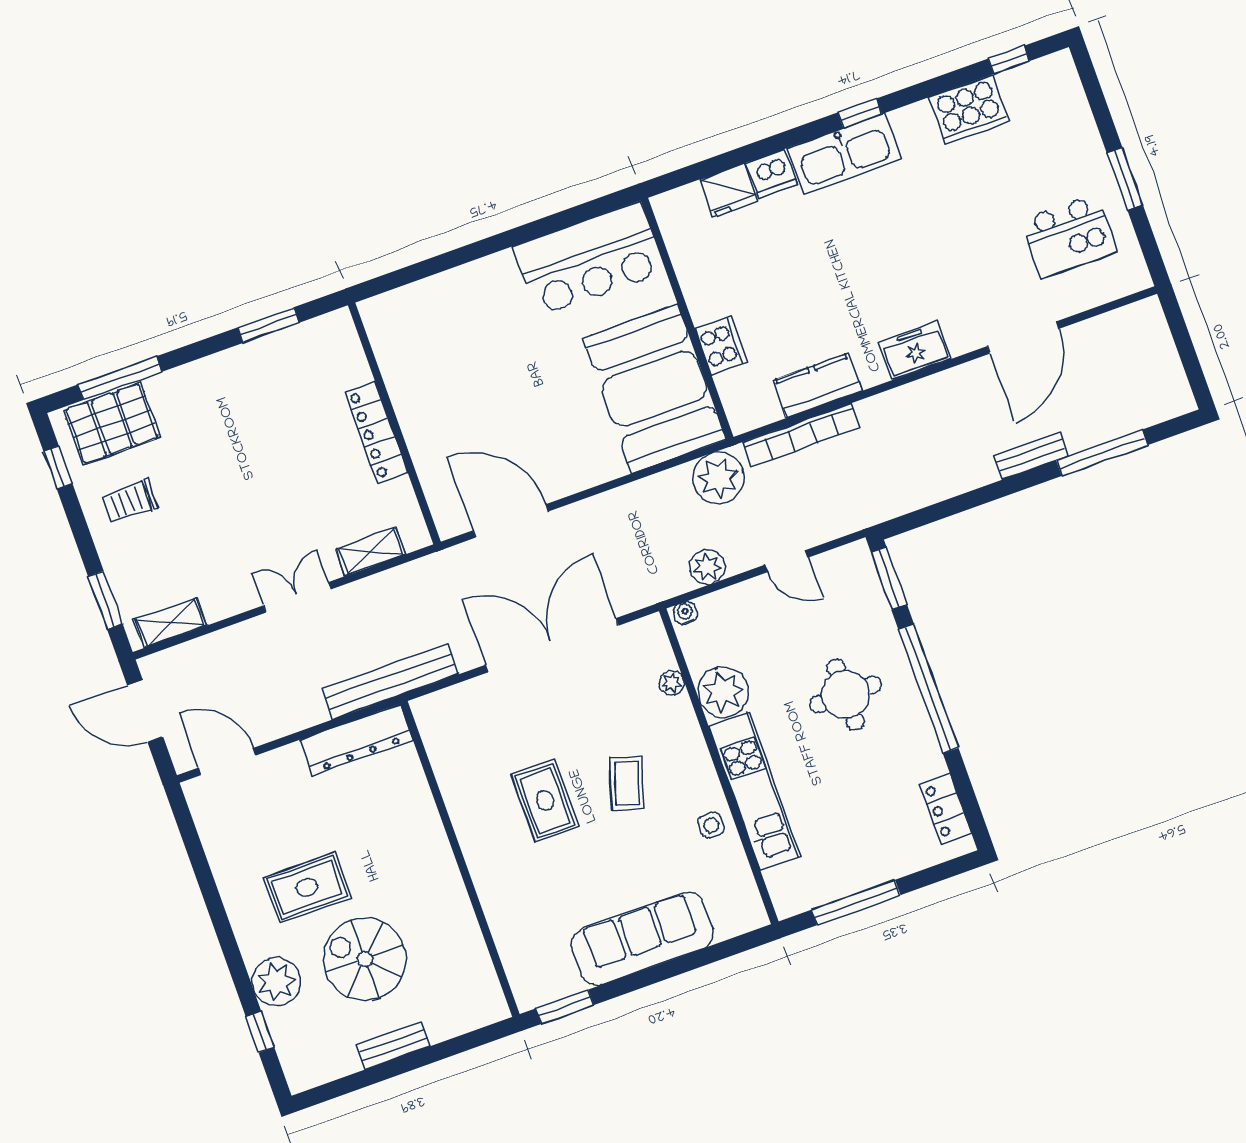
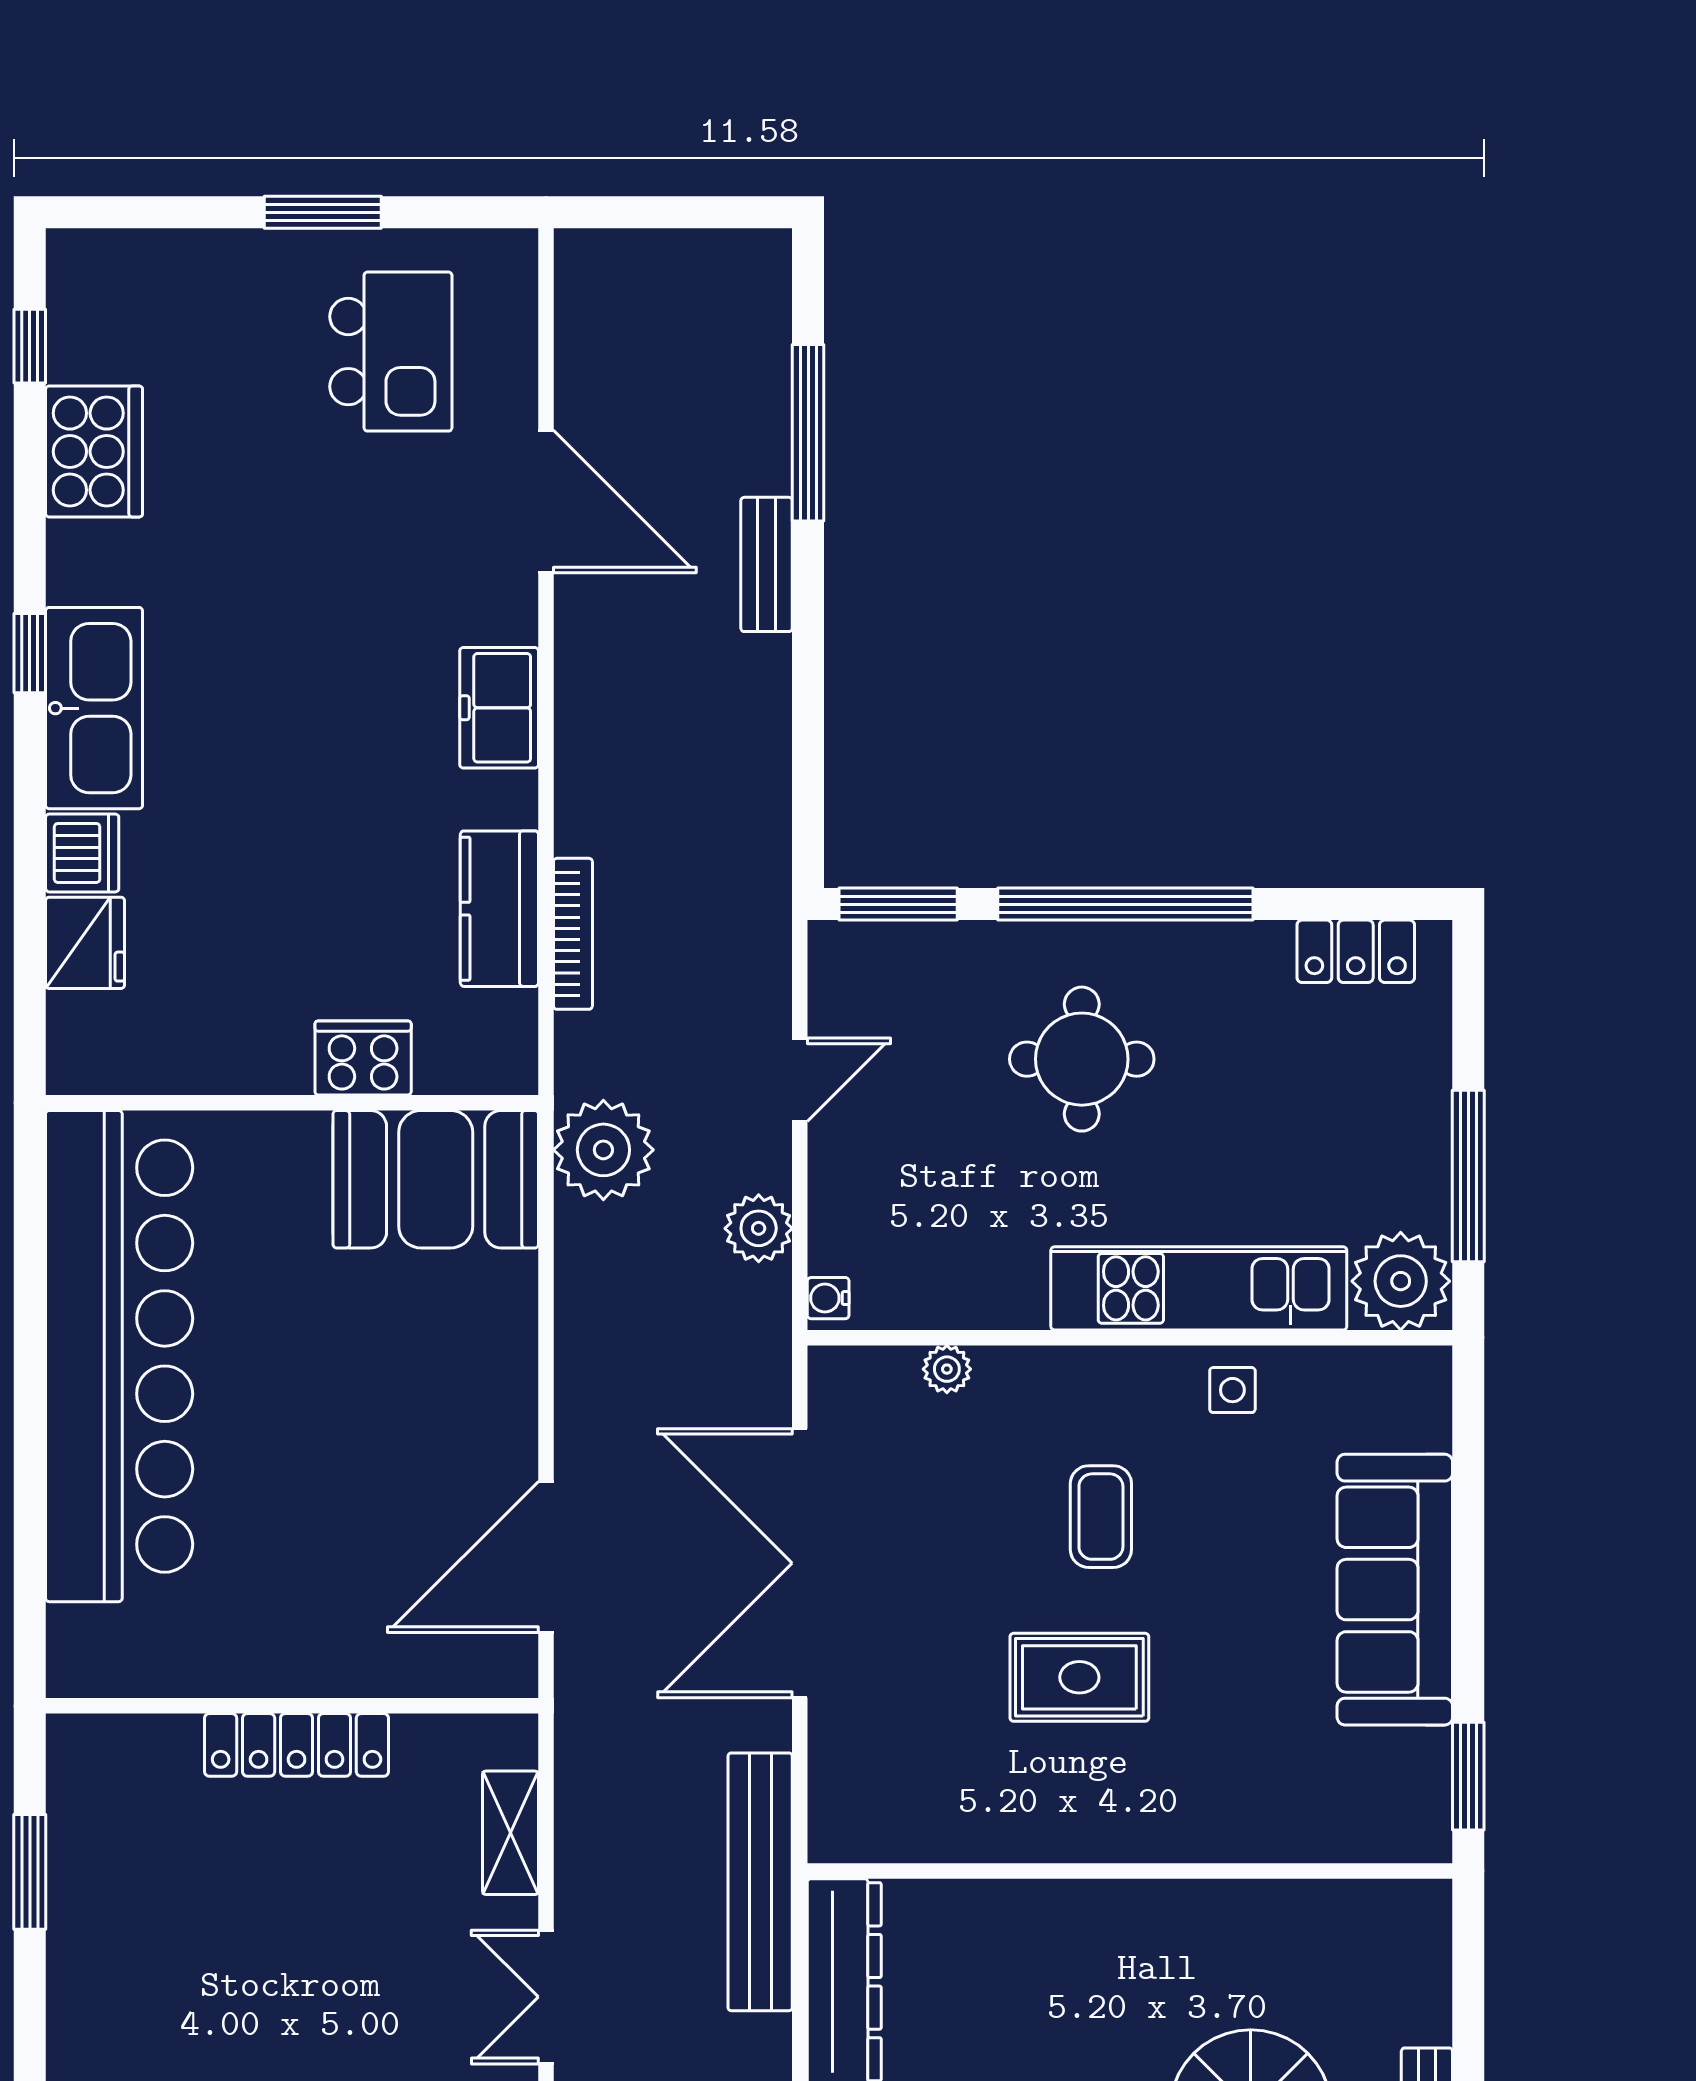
bar counter: (589, 259) -> (119, 1356), width x1.86
booth: (654, 389) -> (436, 1179), width x0.73, depth x0.70
bookcase: (801, 435) -> (573, 934), width x0.68, depth x0.76
plant: (723, 692) -> (1401, 1281), moved
coffee table: (627, 783) -> (1101, 1517), turned 72

